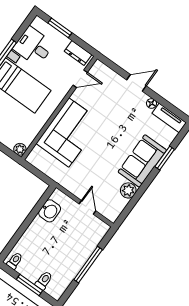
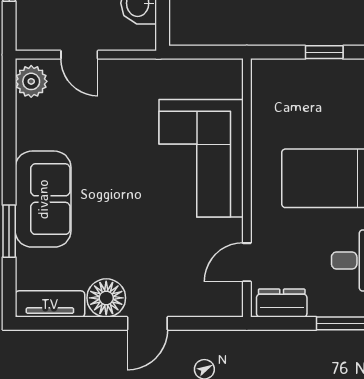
floor lamp: (151, 103) -> (106, 298), width x1.89, depth x1.89
plant: (20, 149) -> (263, 71), removed
plant: (128, 190) -> (31, 81), moved

